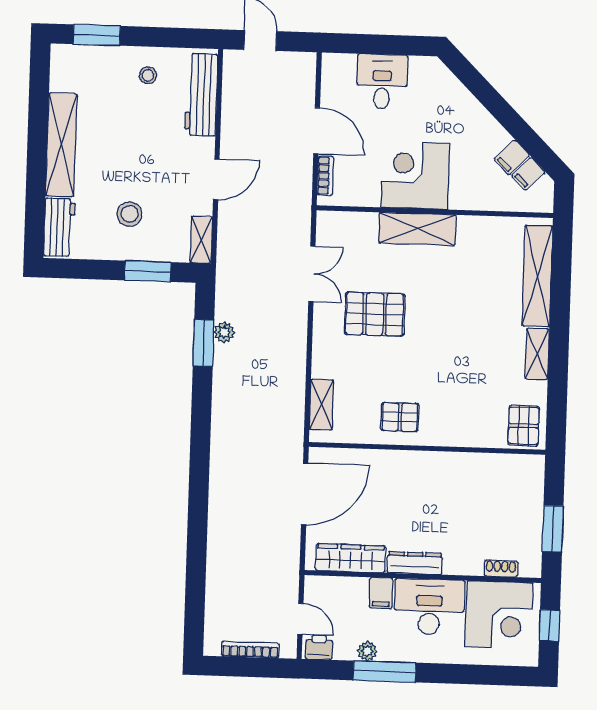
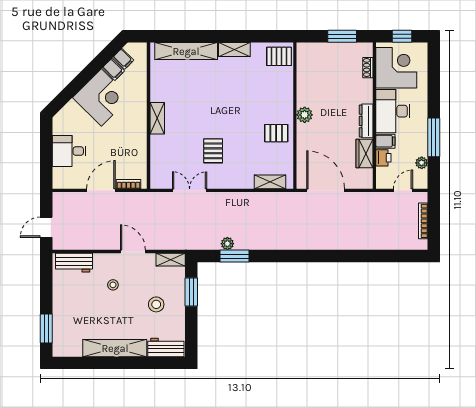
stool: (148, 75) -> (113, 285), moved
workbench: (201, 95) -> (74, 263), width x0.73
corner desk: (415, 175) -> (101, 98), moved, turned -135
shelving: (417, 229) -> (157, 118), width x0.67, depth x0.75
pallet: (375, 314) -> (213, 151), width x0.67, depth x0.71
pallet: (400, 417) -> (276, 133), turned 90
plant: (428, 464) -> (305, 115), added
wardrobe: (351, 558) -> (364, 154), width x0.67
printer: (319, 647) -> (383, 158), moved, turned 180
plant: (367, 651) -> (422, 163), moved

